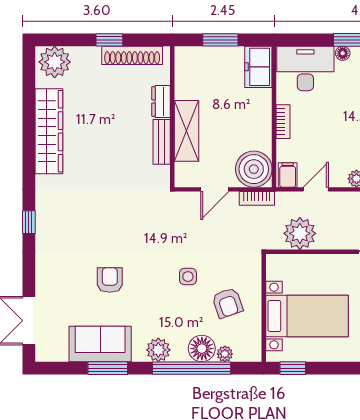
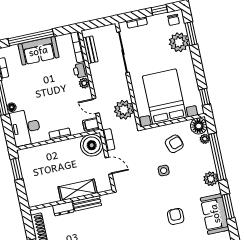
window: (220, 40) -> (17, 169), moved
freezer: (258, 67) -> (30, 155), removed
armchair: (110, 280) -> (176, 216), turned 90
bed with nightstands: (307, 316) -> (164, 97), width x1.36
floor lamp: (202, 349) -> (199, 126), moved

